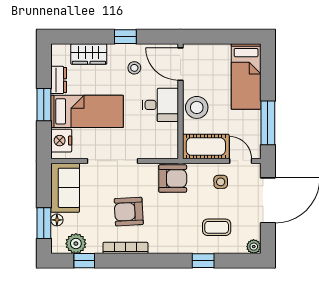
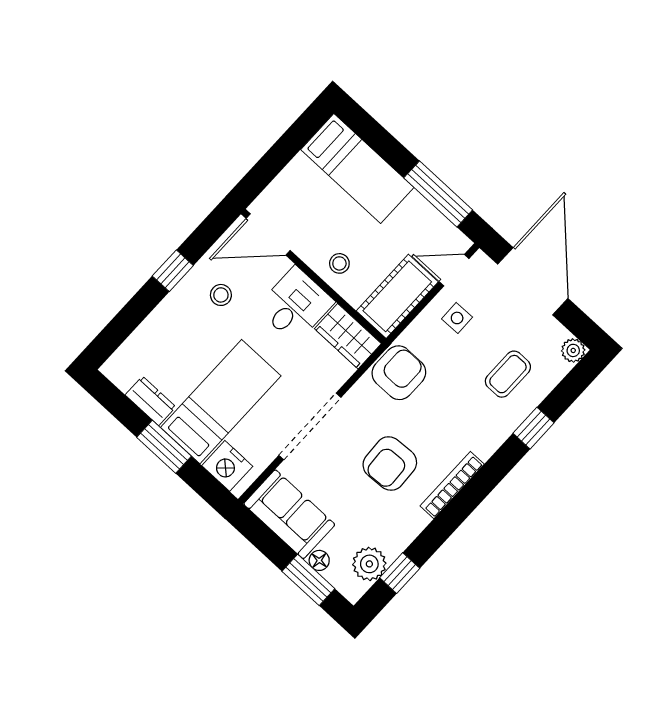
wardrobe: (89, 54) -> (348, 336), moved, turned 90
stool: (197, 107) -> (339, 263), width x0.53, depth x0.53
bookcase: (125, 248) -> (452, 485), moved

